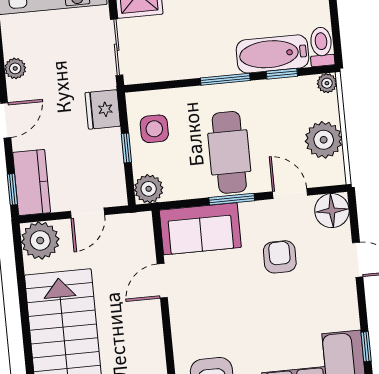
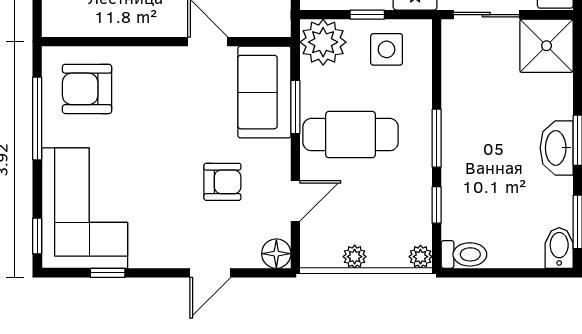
bathtub: (272, 54) -> (461, 196), removed
plant: (324, 140) -> (355, 257), width x0.53, depth x0.53
plant: (149, 189) -> (323, 42), width x1.36, depth x1.36
window: (232, 199) -> (295, 107), moved
floor lamp: (332, 211) -> (276, 254), width x0.73, depth x0.73

